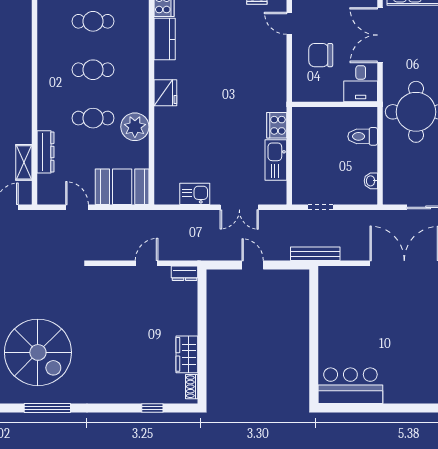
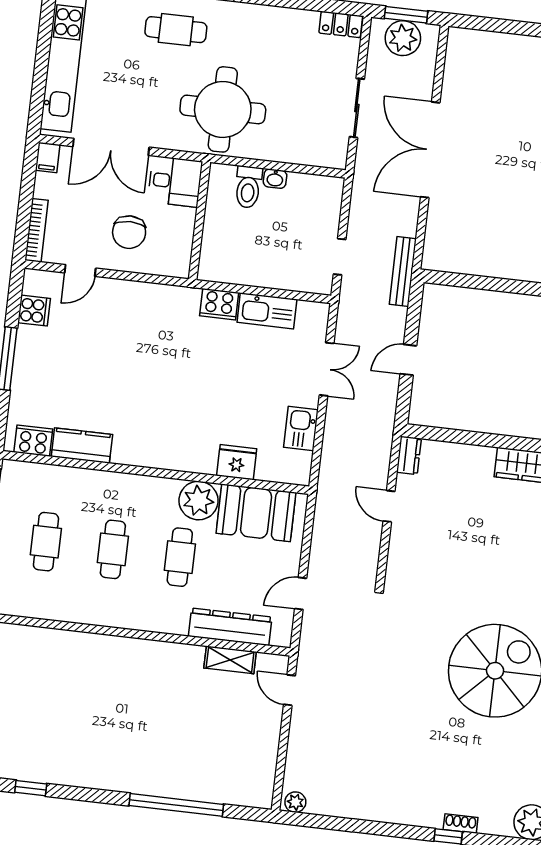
fridge: (165, 93) -> (237, 462), moved
dresser: (45, 152) -> (230, 627), width x1.37, depth x1.24
washbasin: (371, 181) -> (275, 179), moved
booth: (122, 187) -> (256, 513), moved, turned 90

